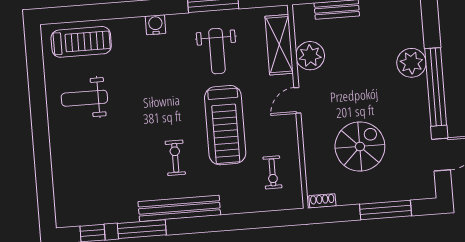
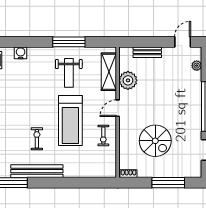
water cooler: (155, 25) -> (21, 53), moved
plant: (411, 63) -> (197, 66), moved, width x0.53, depth x0.53
spiral stairs: (360, 147) -> (155, 141), turned 90
exercise bike: (272, 172) -> (103, 136), moved

